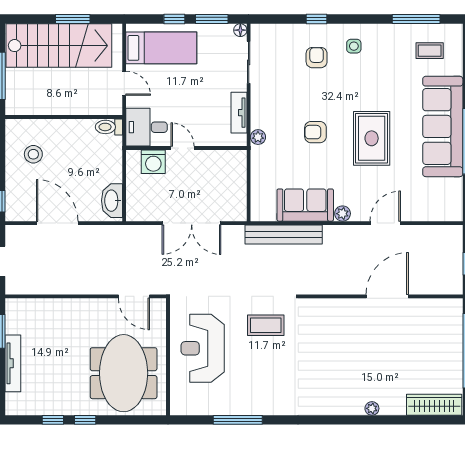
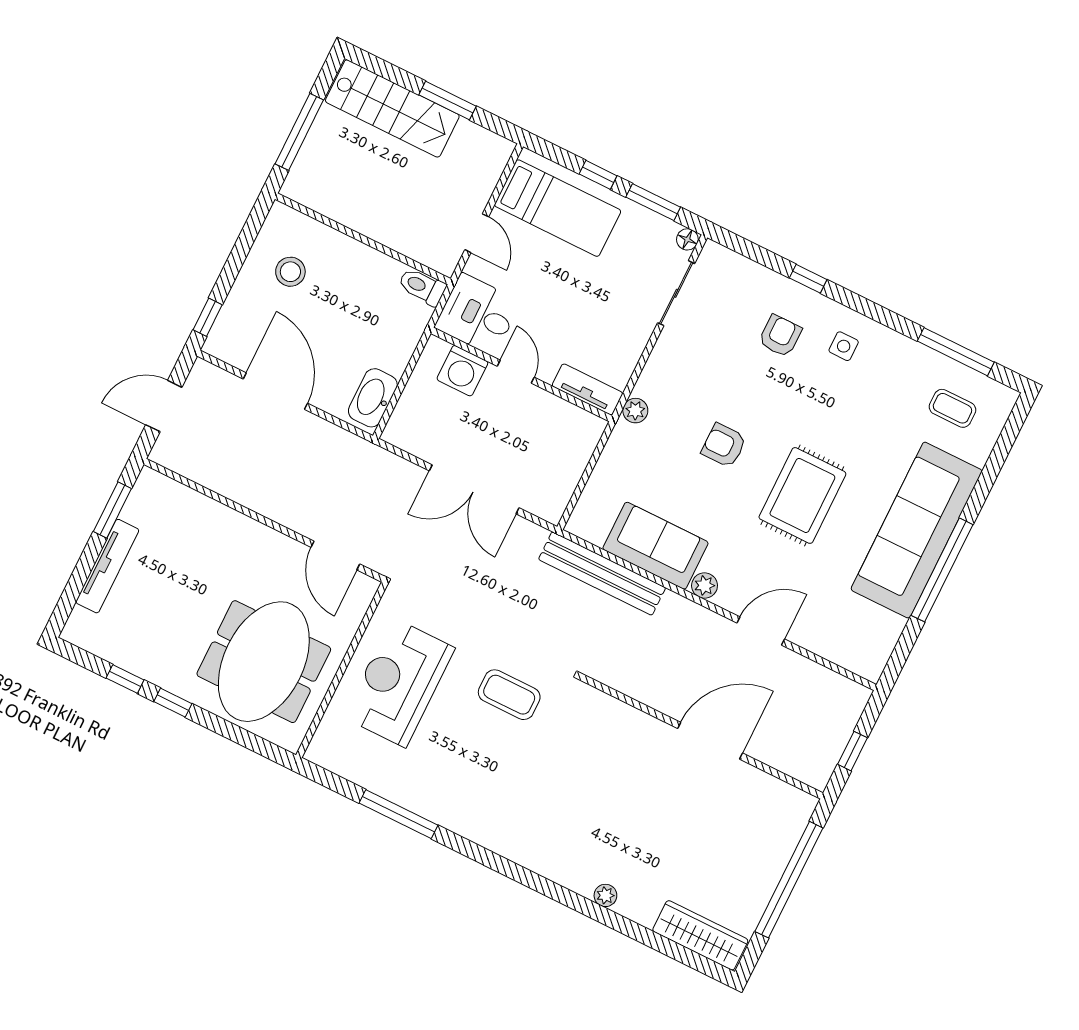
stairs: (59, 46) -> (392, 108), width x0.73, depth x0.66
tv unit: (239, 113) -> (587, 389), moved, turned 90

